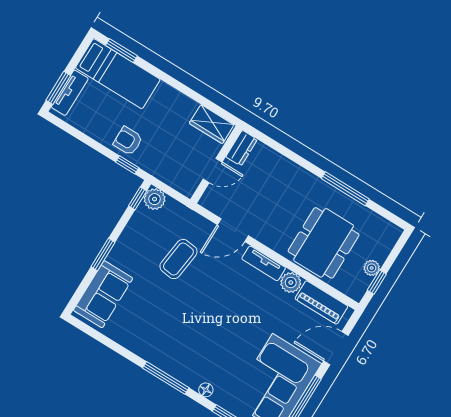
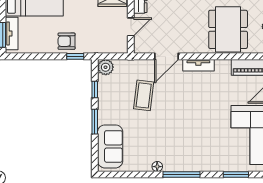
window: (138, 198) -> (95, 90), moved
plant: (291, 283) -> (223, 67), removed
floor lamp: (206, 390) -> (157, 167), moved

